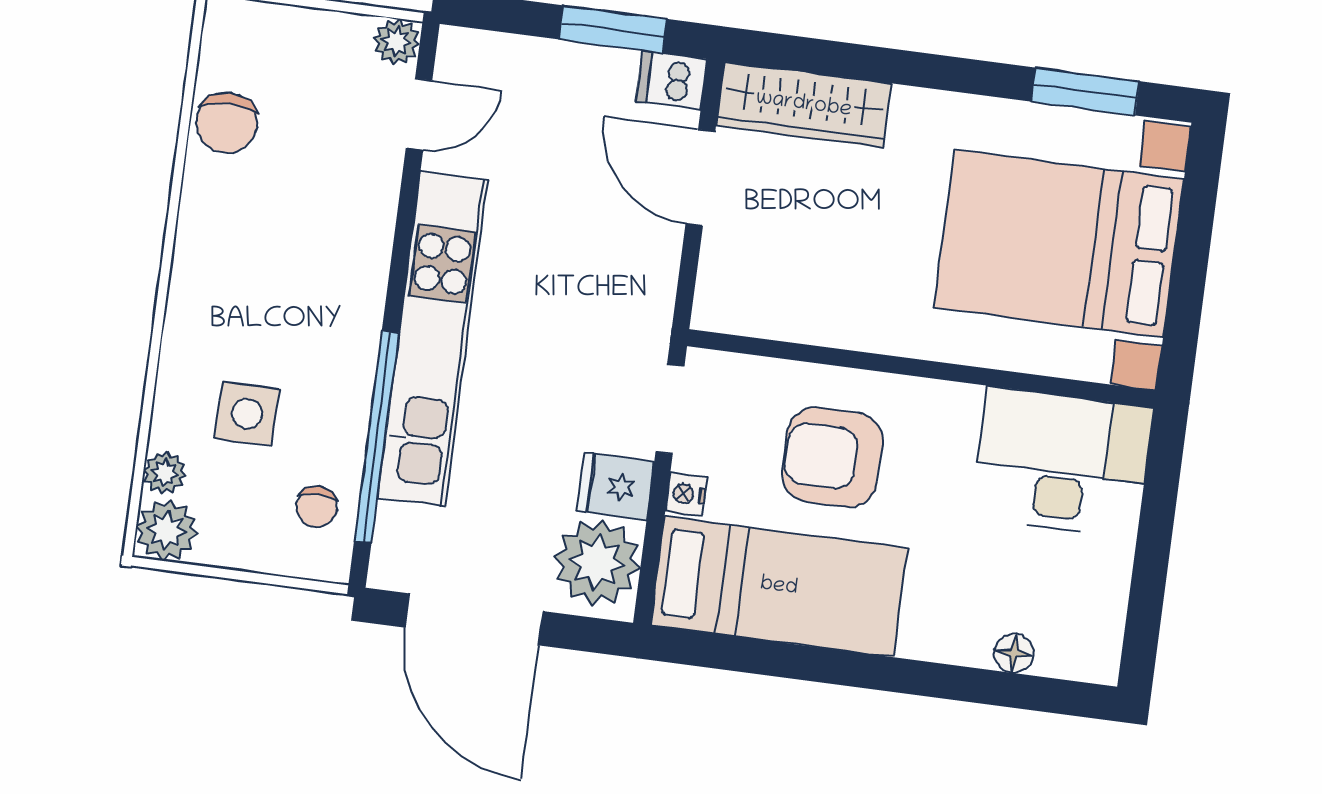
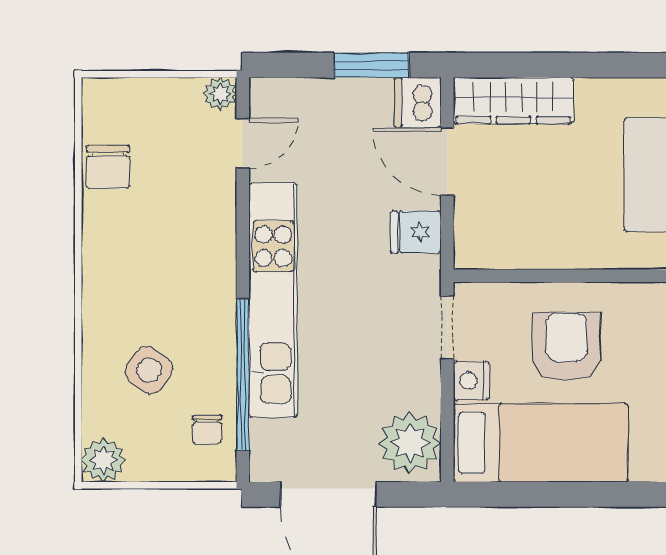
dishwasher: (671, 80) -> (418, 102), width x1.38
side table: (247, 414) -> (149, 370), turned 35
armchair: (832, 457) -> (566, 347), turned 90
plant: (165, 473) -> (97, 420), removed
fridge: (615, 486) -> (416, 232), moved
nightstand: (686, 494) -> (471, 381), width x1.39, depth x1.35

